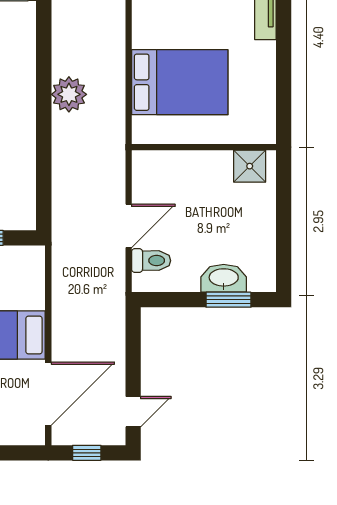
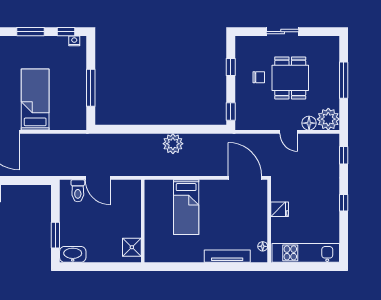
bed: (180, 82) -> (186, 207), width x0.67
washbasin: (224, 278) -> (73, 254), moved, turned -90

